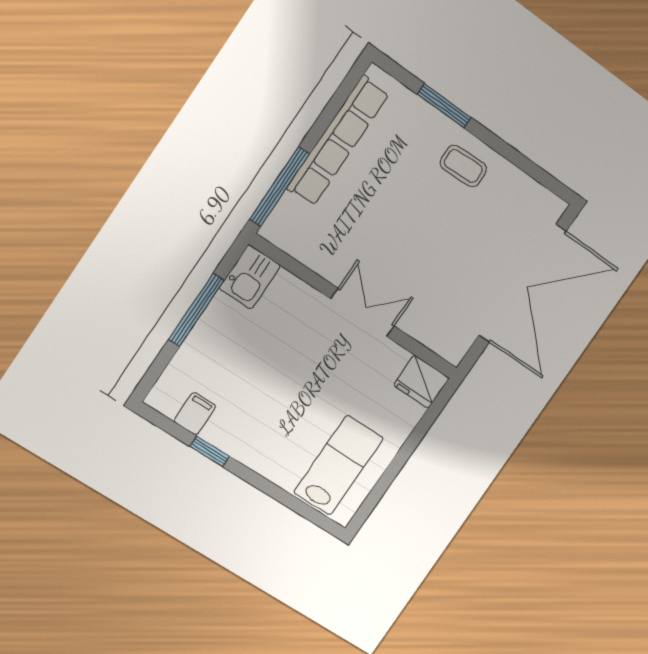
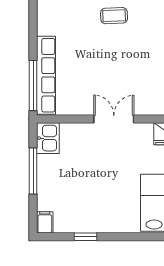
row of seats: (338, 141) -> (46, 75), moved
filing cabinet: (195, 414) -> (45, 222), moved

